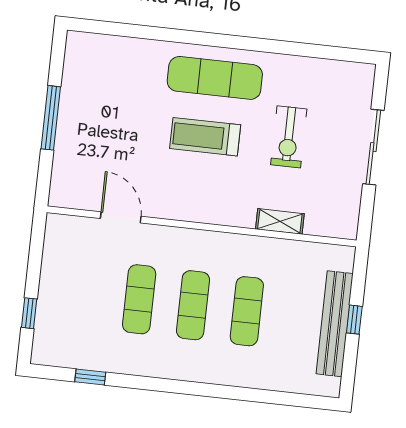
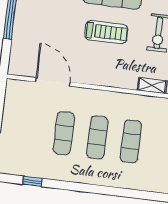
treadmill: (205, 137) -> (106, 32), turned 180
door: (121, 217) -> (53, 82), width x1.36

